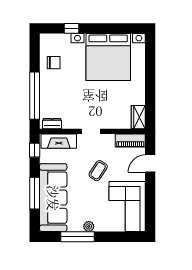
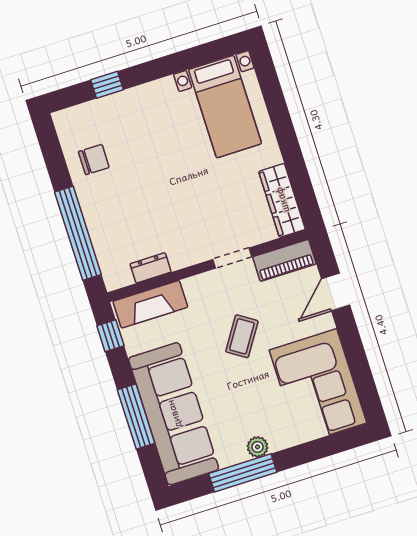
bed with nightstands: (108, 57) -> (225, 107), width x0.54
wardrobe: (138, 117) -> (282, 200), width x1.50
dresser: (52, 124) -> (151, 268), moved
doorway: (91, 131) -> (232, 258), moved

